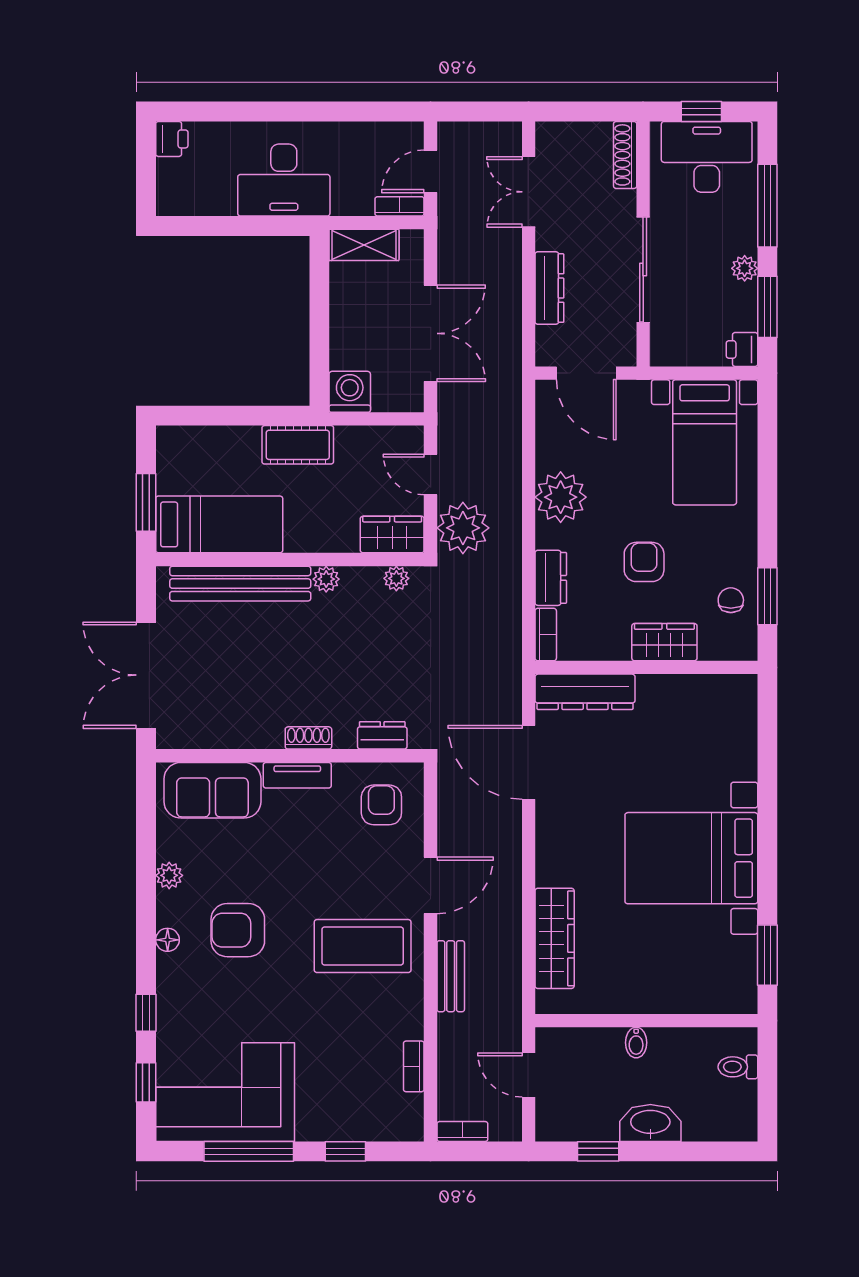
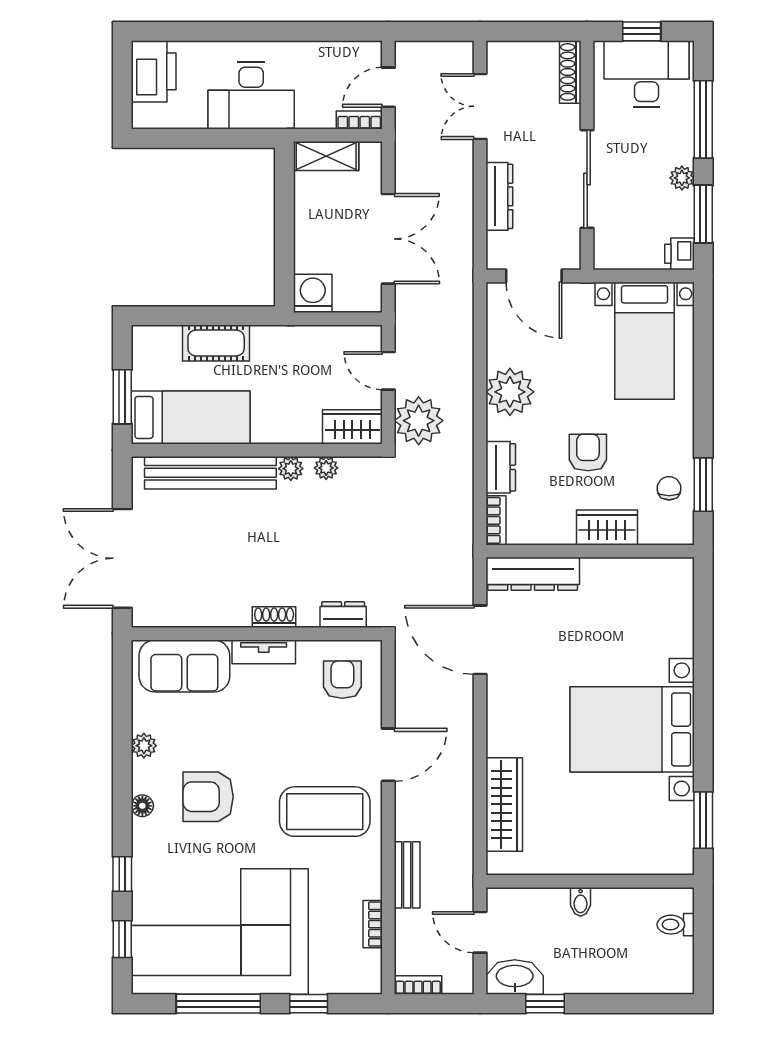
printer: (172, 139) -> (154, 71), width x1.87, depth x1.48
cot: (298, 445) -> (216, 343), moved
plant: (396, 578) -> (326, 468), moved
bench: (451, 976) -> (407, 875), moved
corner sofa: (225, 1092) -> (220, 932), width x1.36, depth x1.36
washbasin: (650, 1123) -> (515, 977), moved

